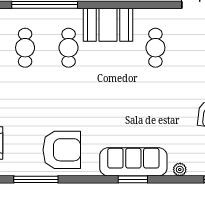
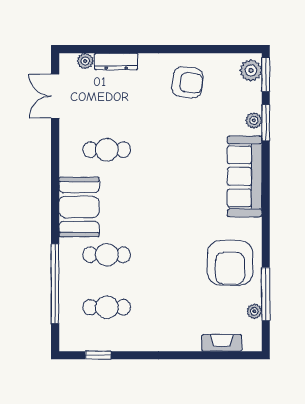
armchair: (62, 150) -> (230, 263), turned 180
plant: (22, 170) -> (254, 311), added
window: (133, 179) -> (266, 123), moved

